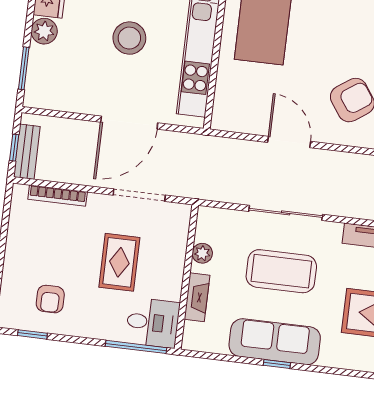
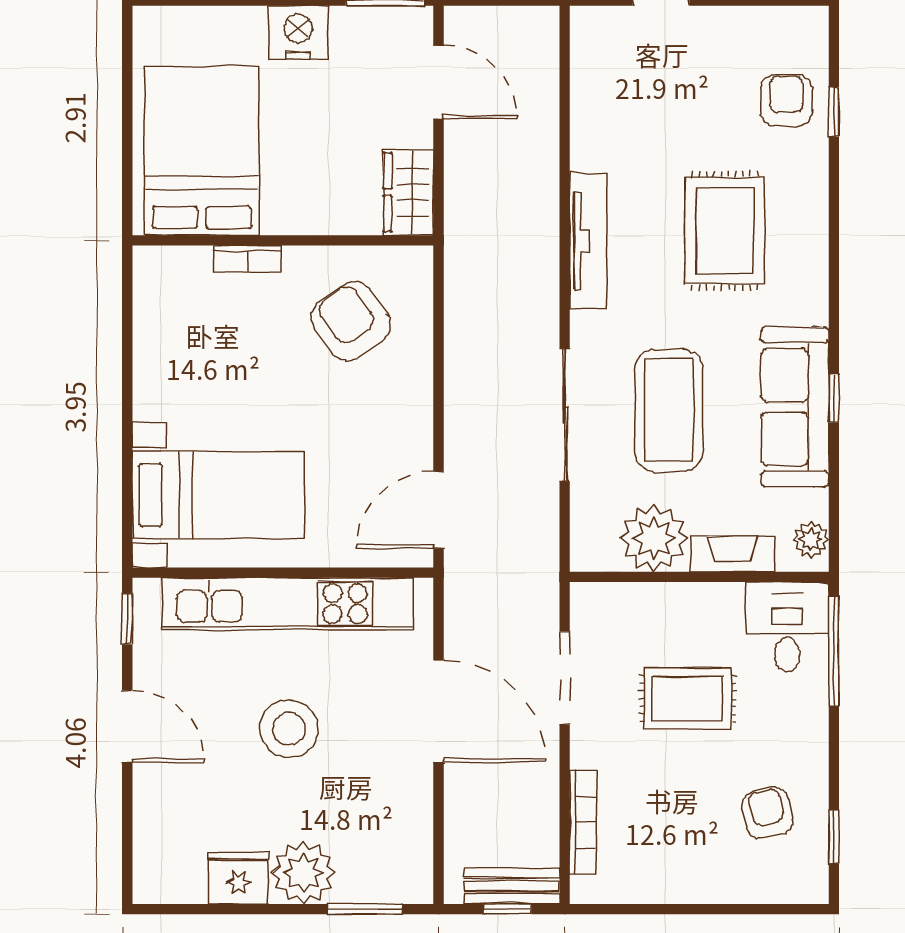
plant: (44, 31) -> (303, 873), width x1.36, depth x1.36
door: (289, 142) -> (438, 510), moved
plant: (202, 253) -> (654, 538), width x1.87, depth x1.87
armchair: (50, 299) -> (767, 813), turned -102
plant: (200, 342) -> (811, 540), added

